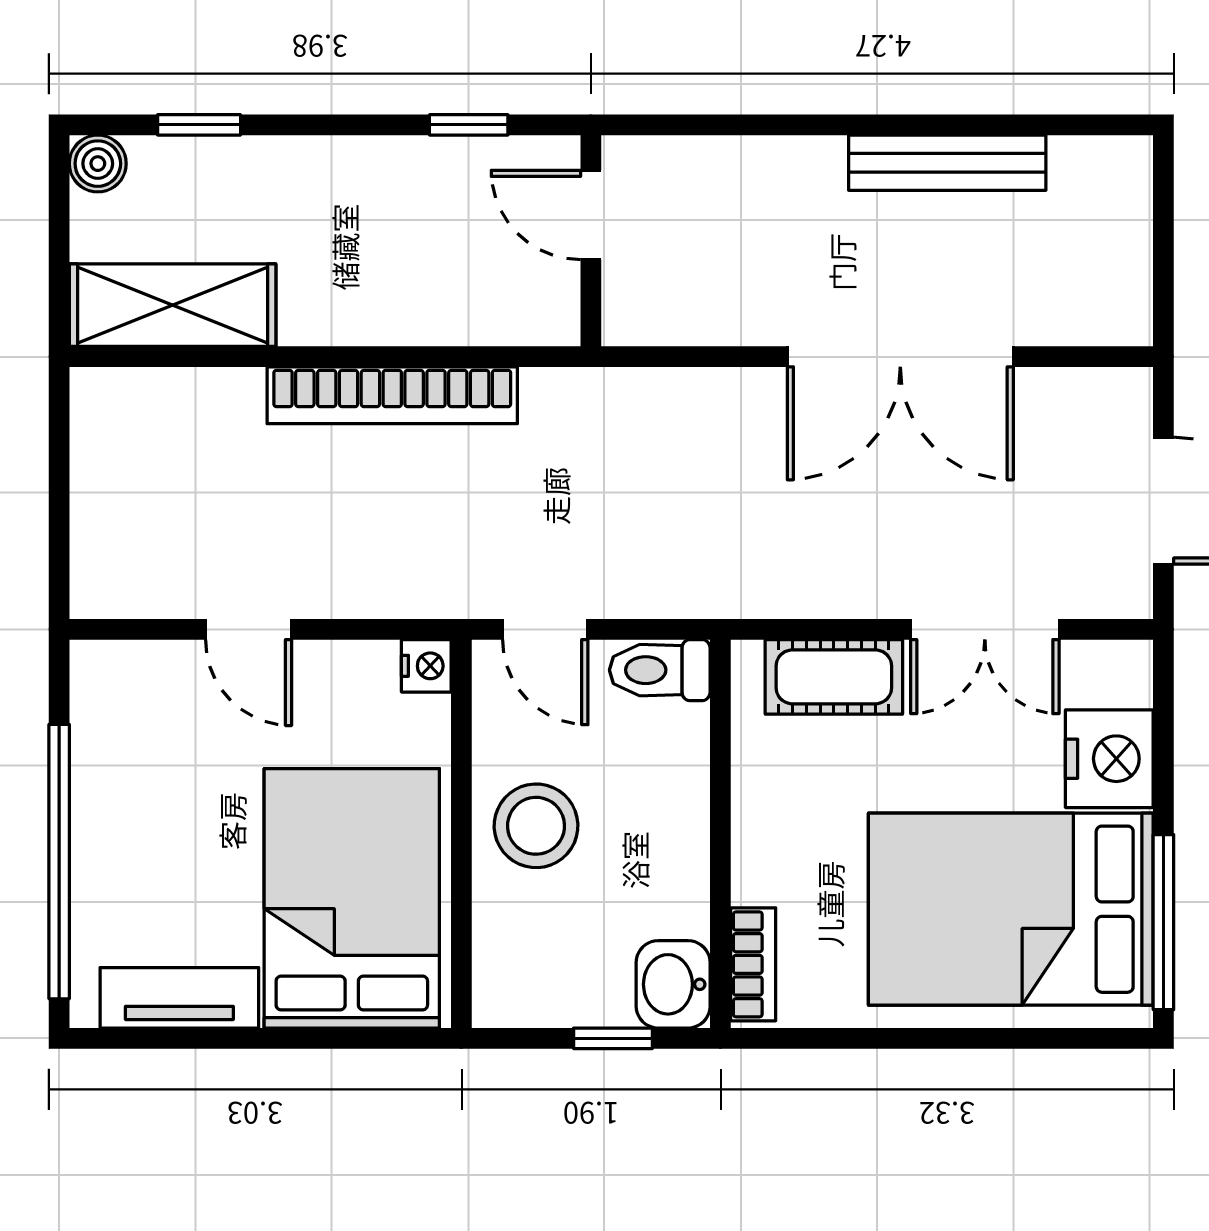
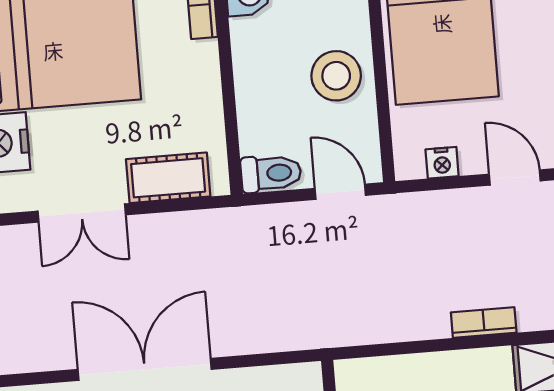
bookcase: (392, 395) -> (484, 323), width x0.43, depth x0.76
double door: (985, 629) -> (82, 213), swing flipped
nightstand: (426, 666) -> (442, 163), moved, turned -90

